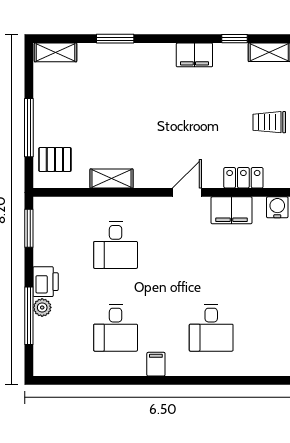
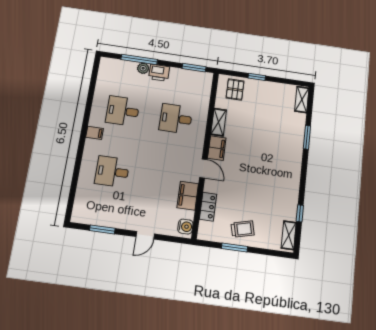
filing cabinet: (194, 55) -> (217, 148), moved, turned 180
trolley: (269, 122) -> (243, 229), turned 76
window: (29, 128) -> (257, 77), width x0.46

